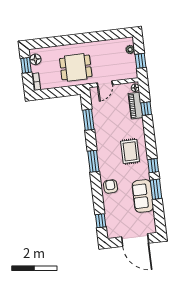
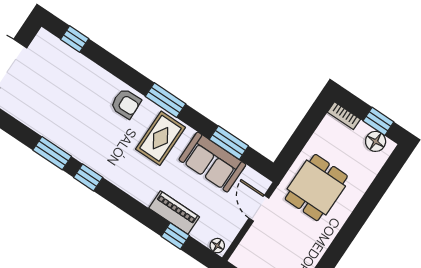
piano: (135, 106) -> (174, 213), moved
rug: (130, 151) -> (161, 138), moved, turned 90
armchair: (110, 186) -> (126, 104), moved
sofa: (143, 196) -> (212, 162), moved, turned 180

